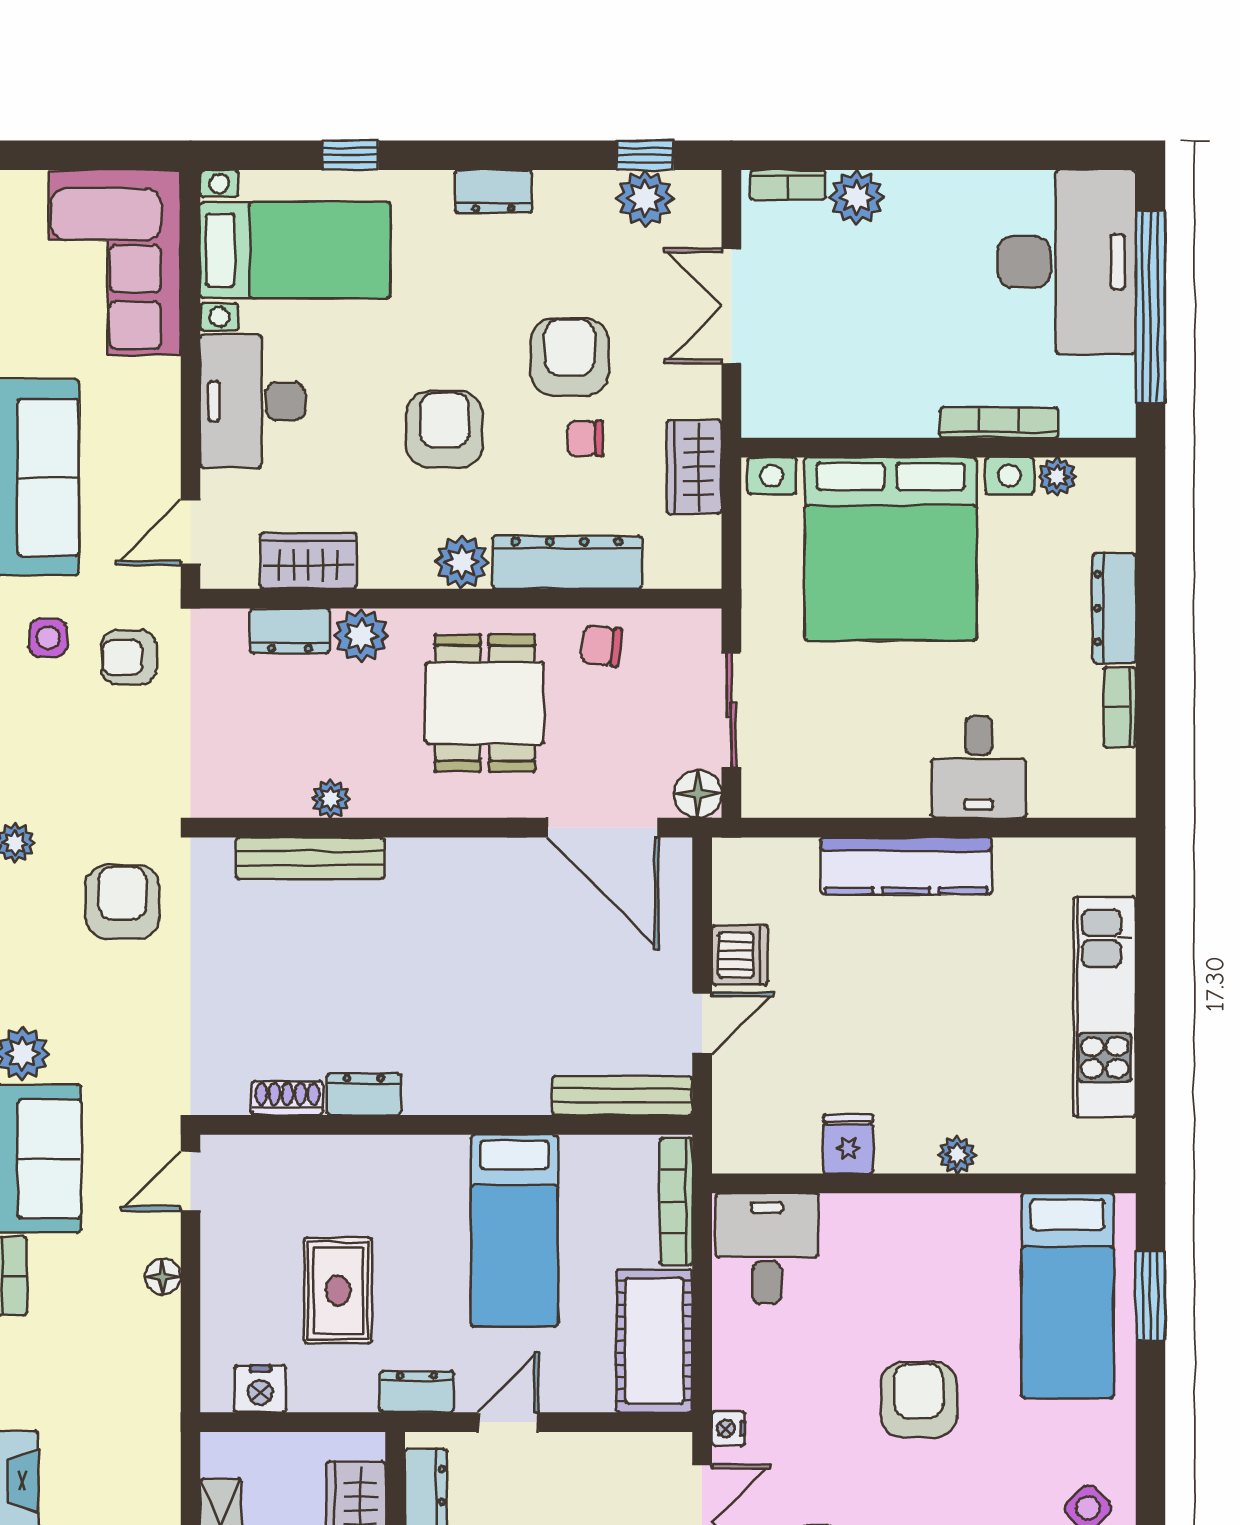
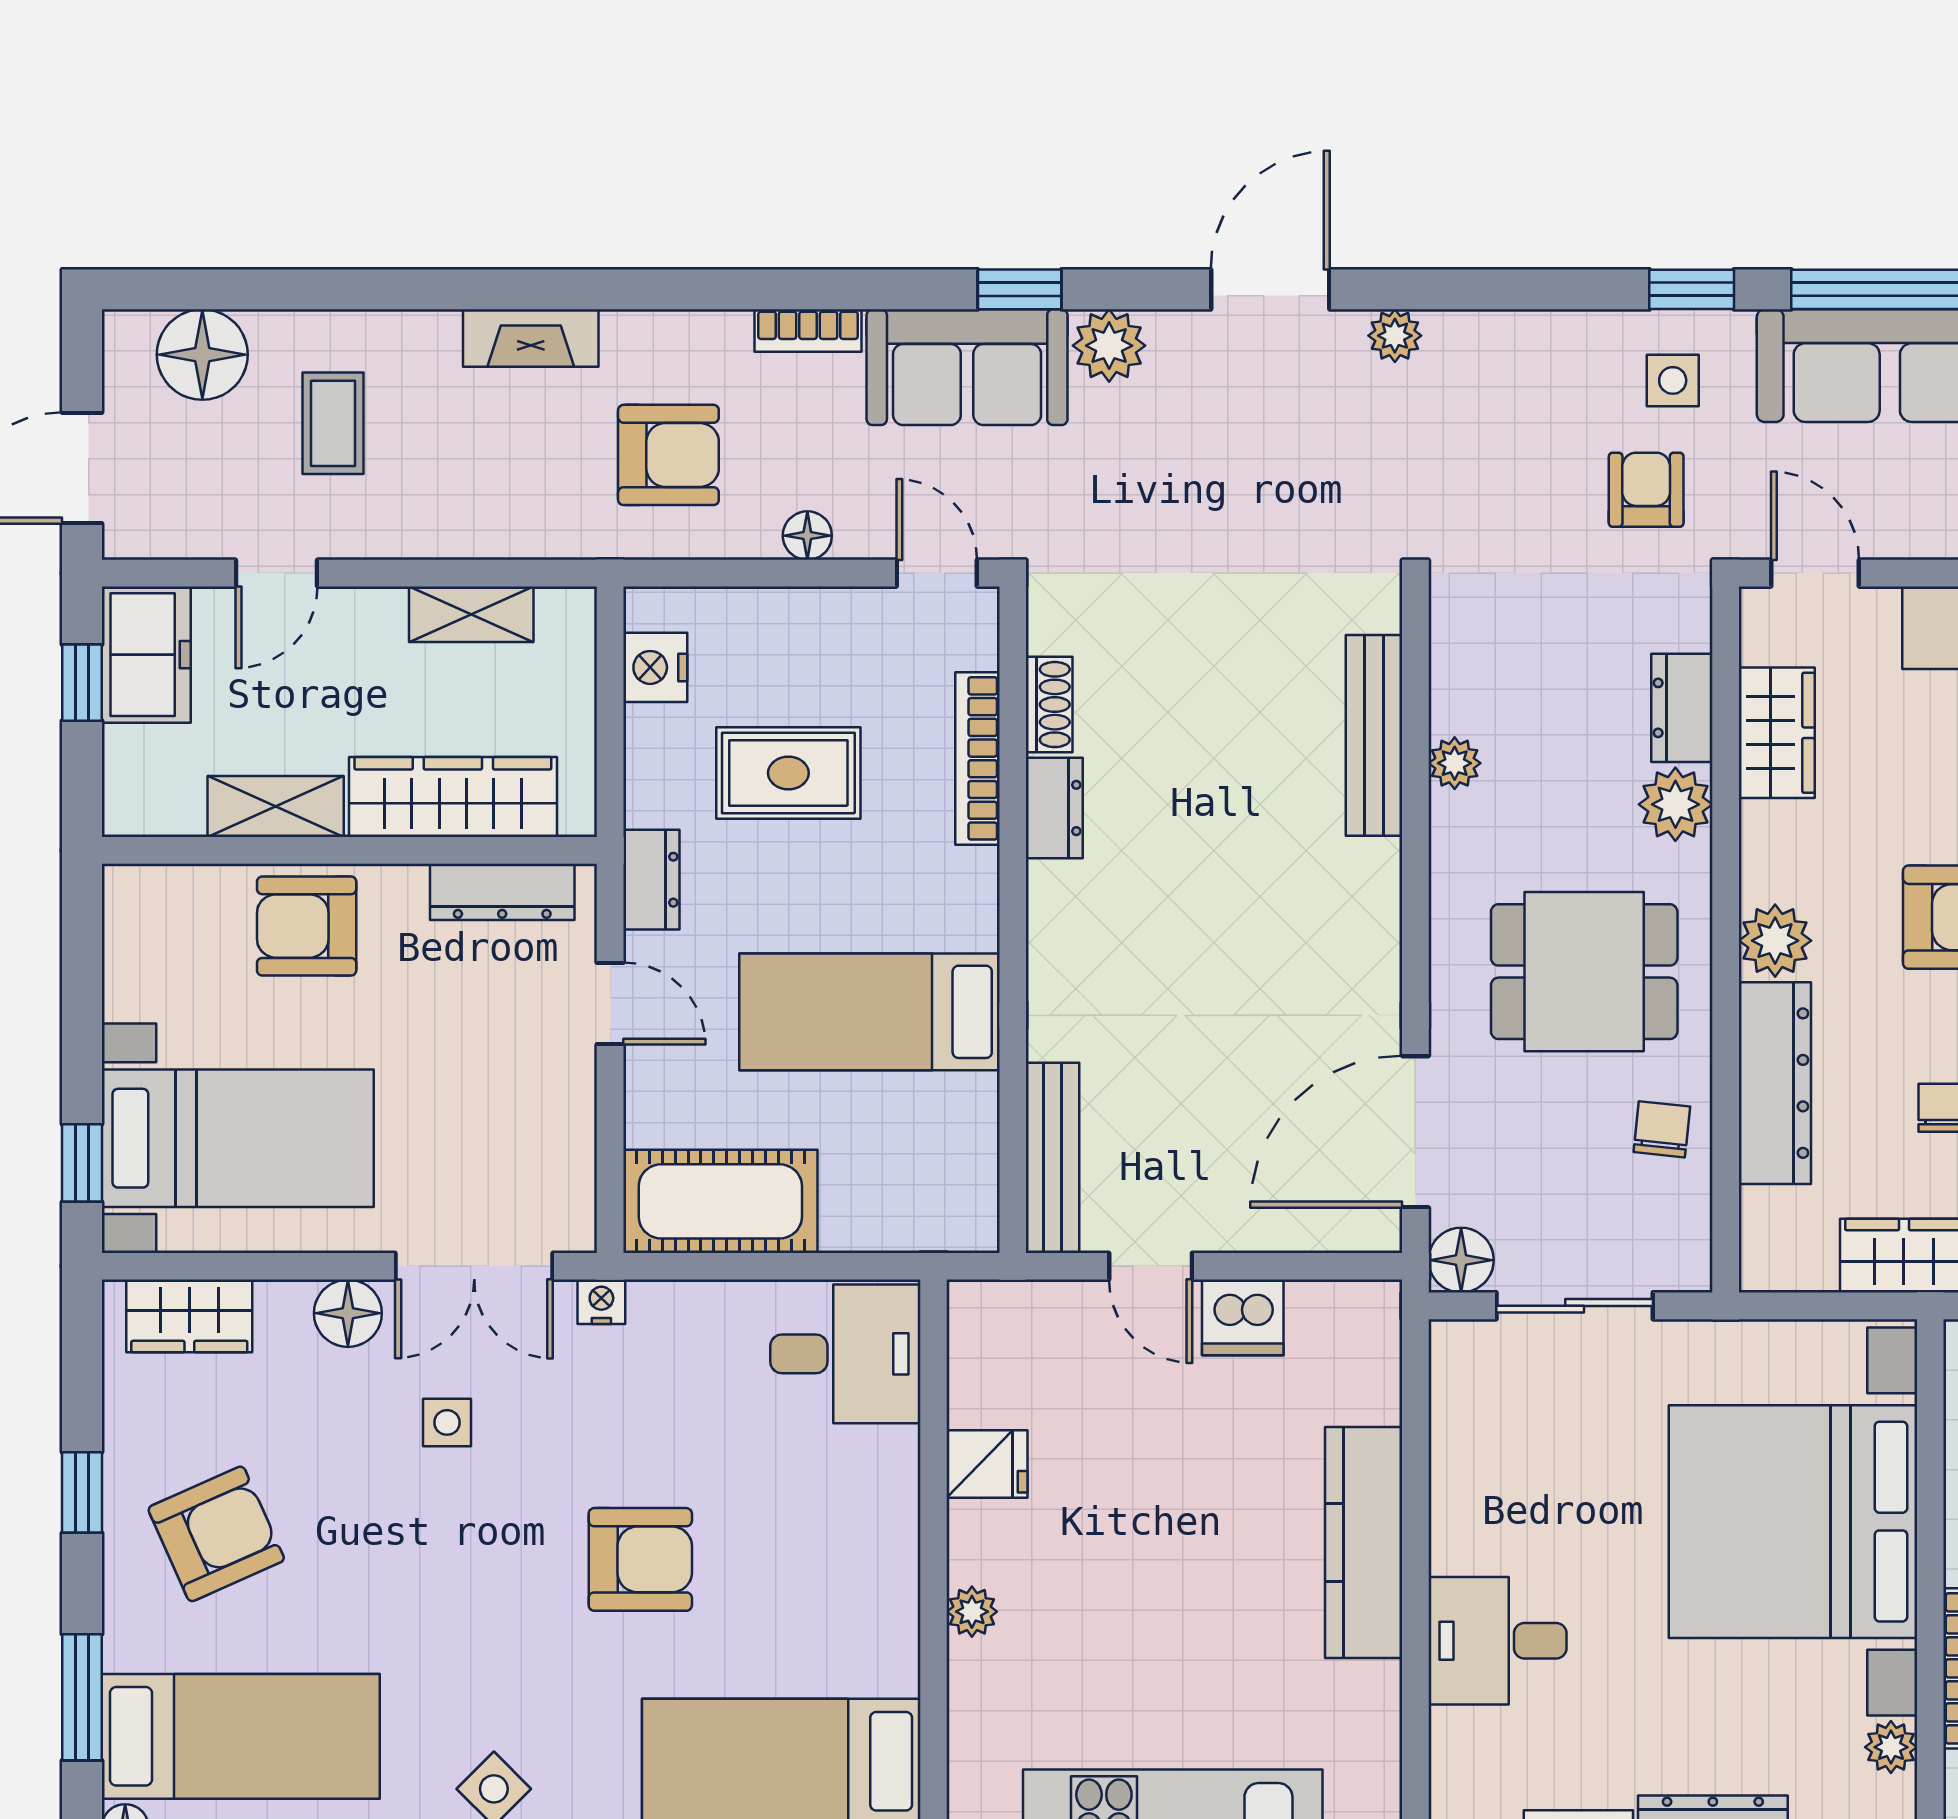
armchair: (122, 902) -> (668, 455), moved
bookcase: (676, 1201) -> (977, 758), moved, turned -90

